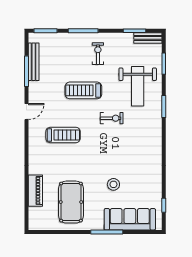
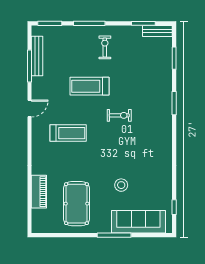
weight bench: (138, 86) -> (147, 82), removed

